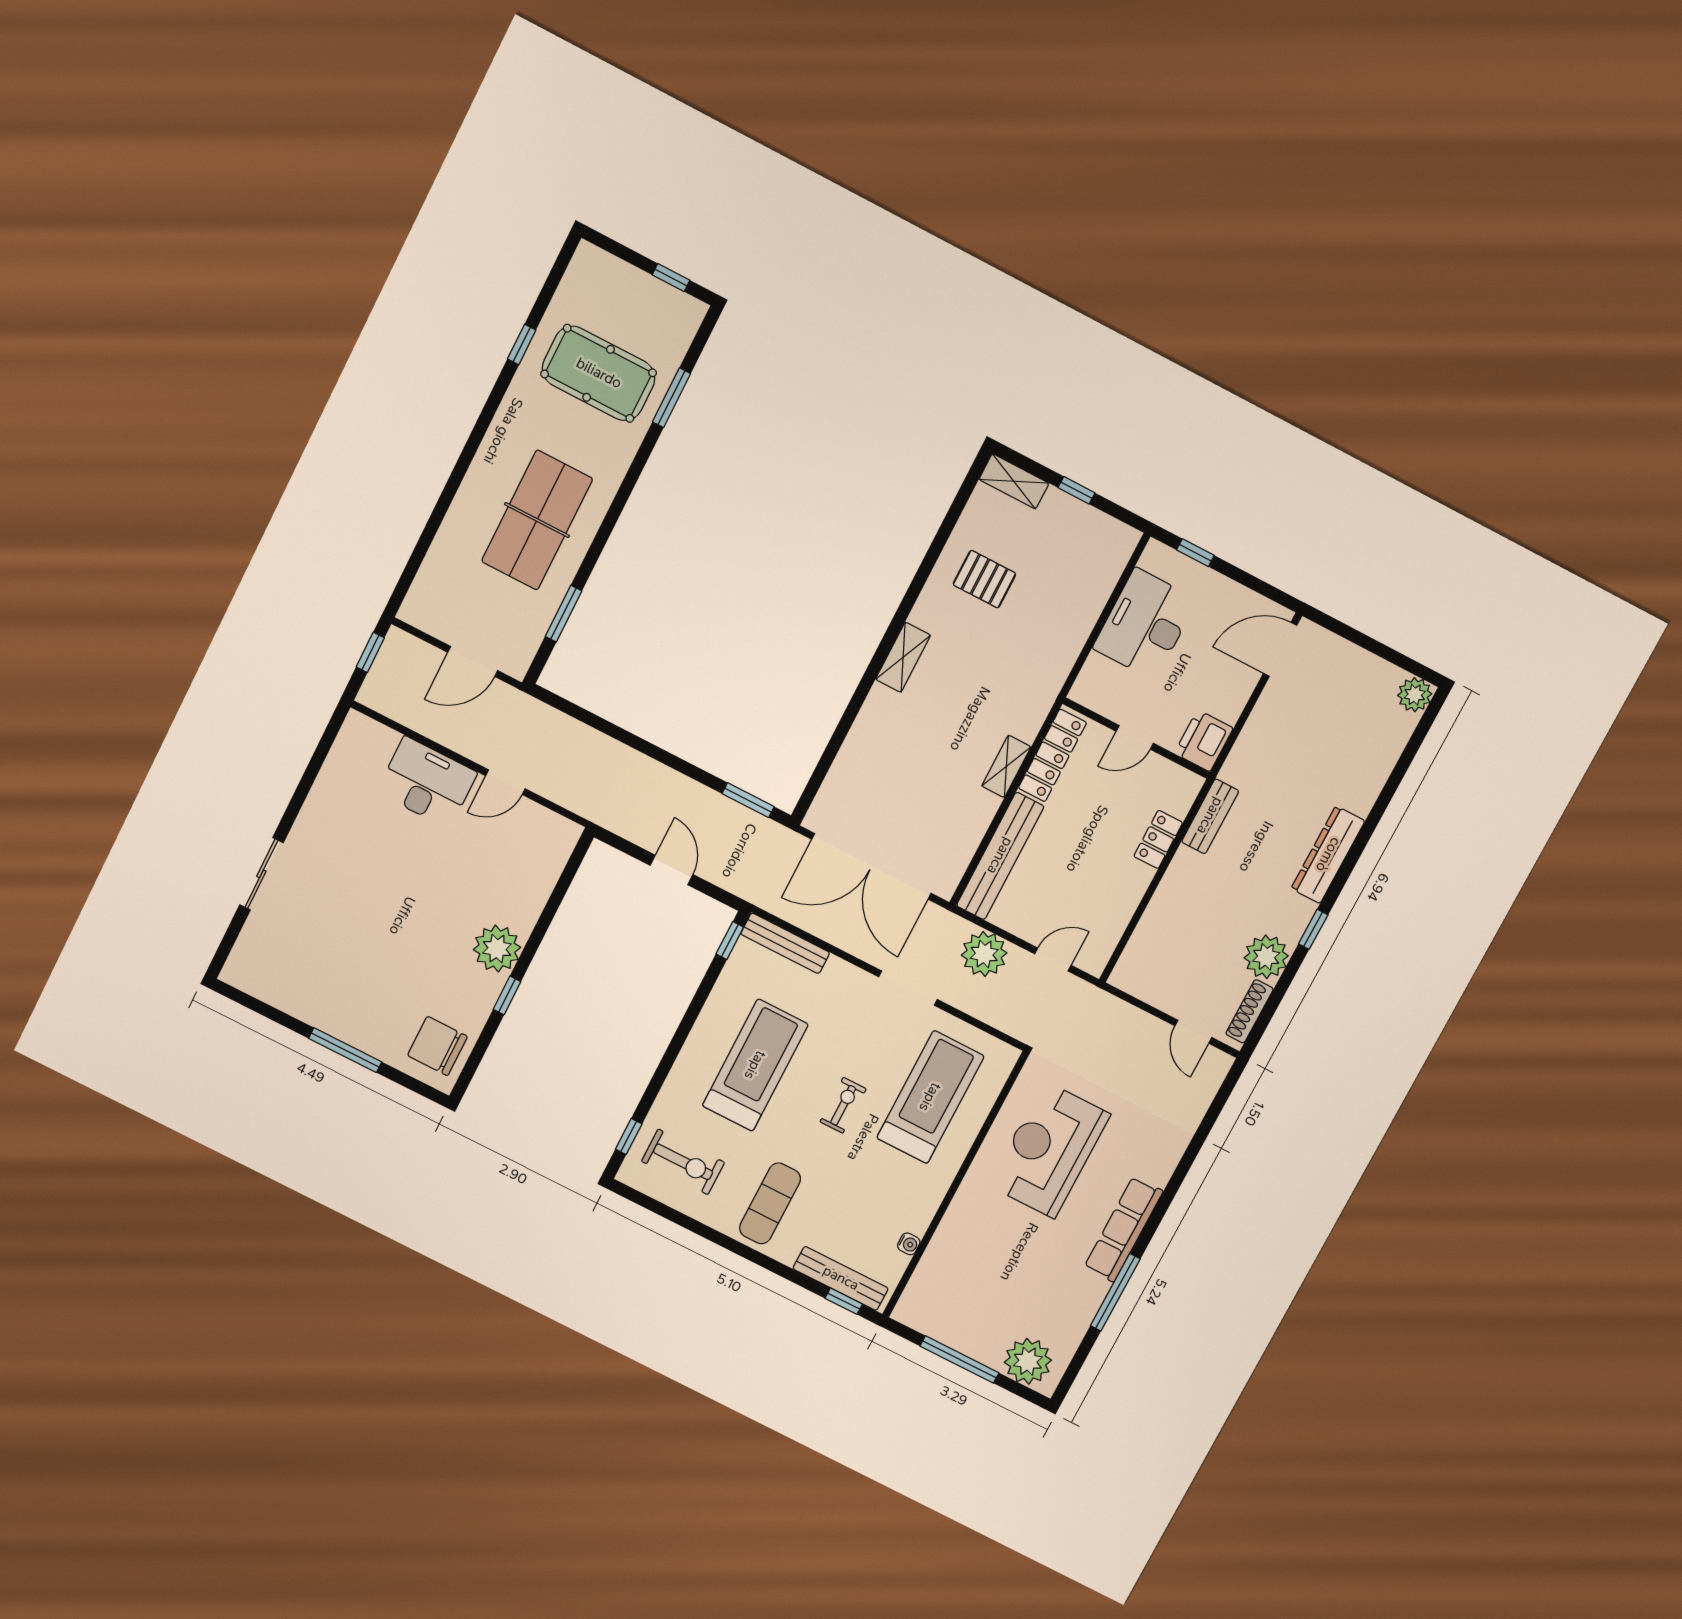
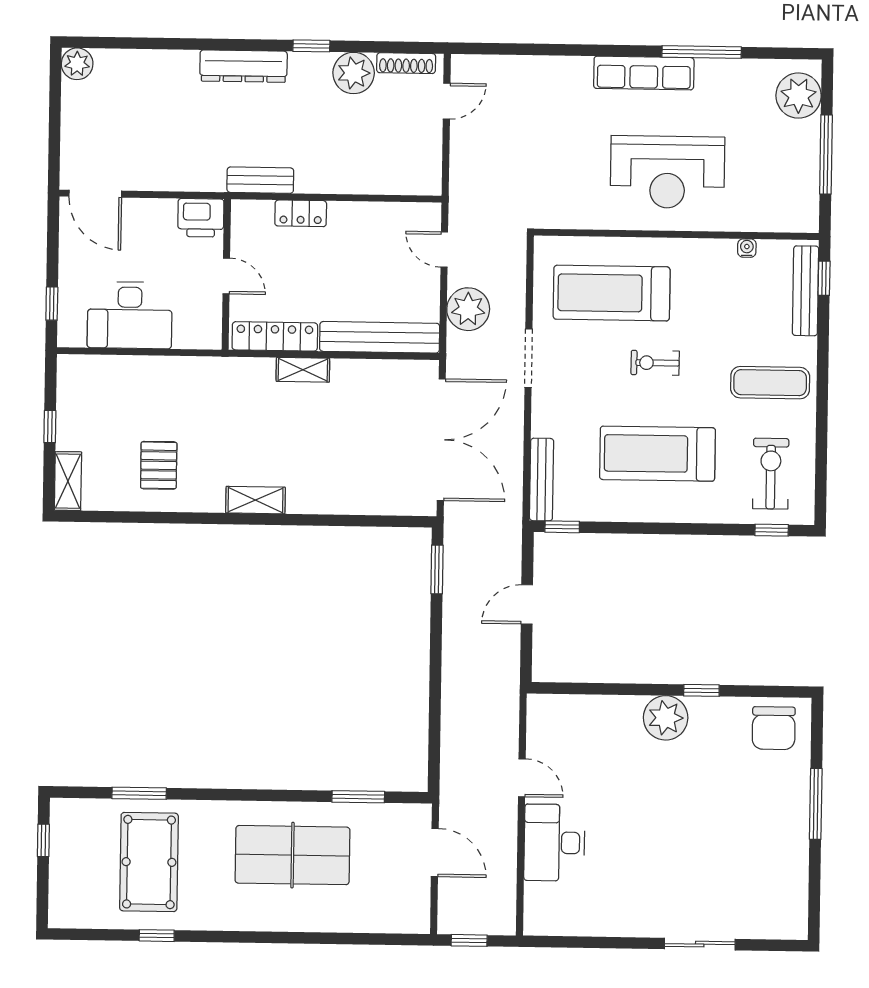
reception desk: (1049, 1150) -> (667, 172), moved

